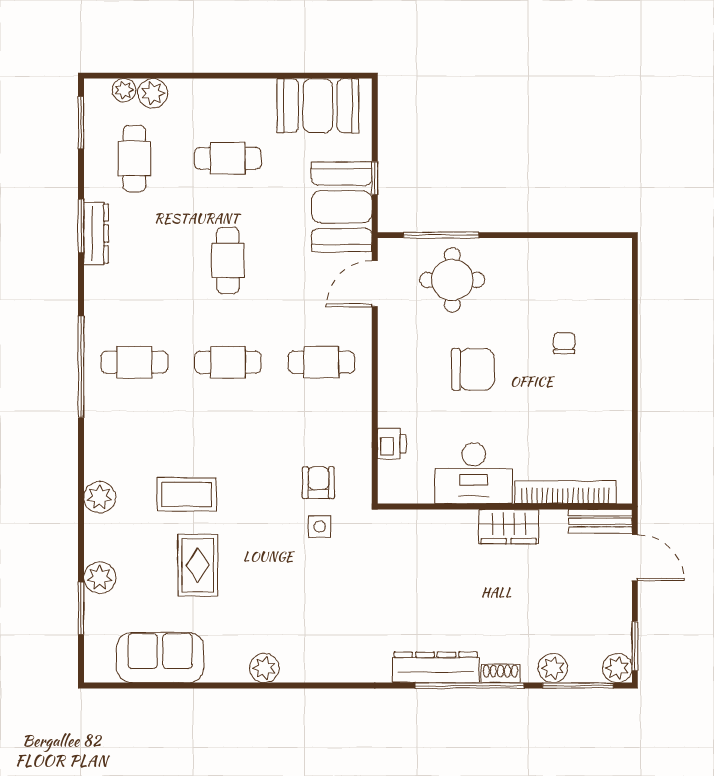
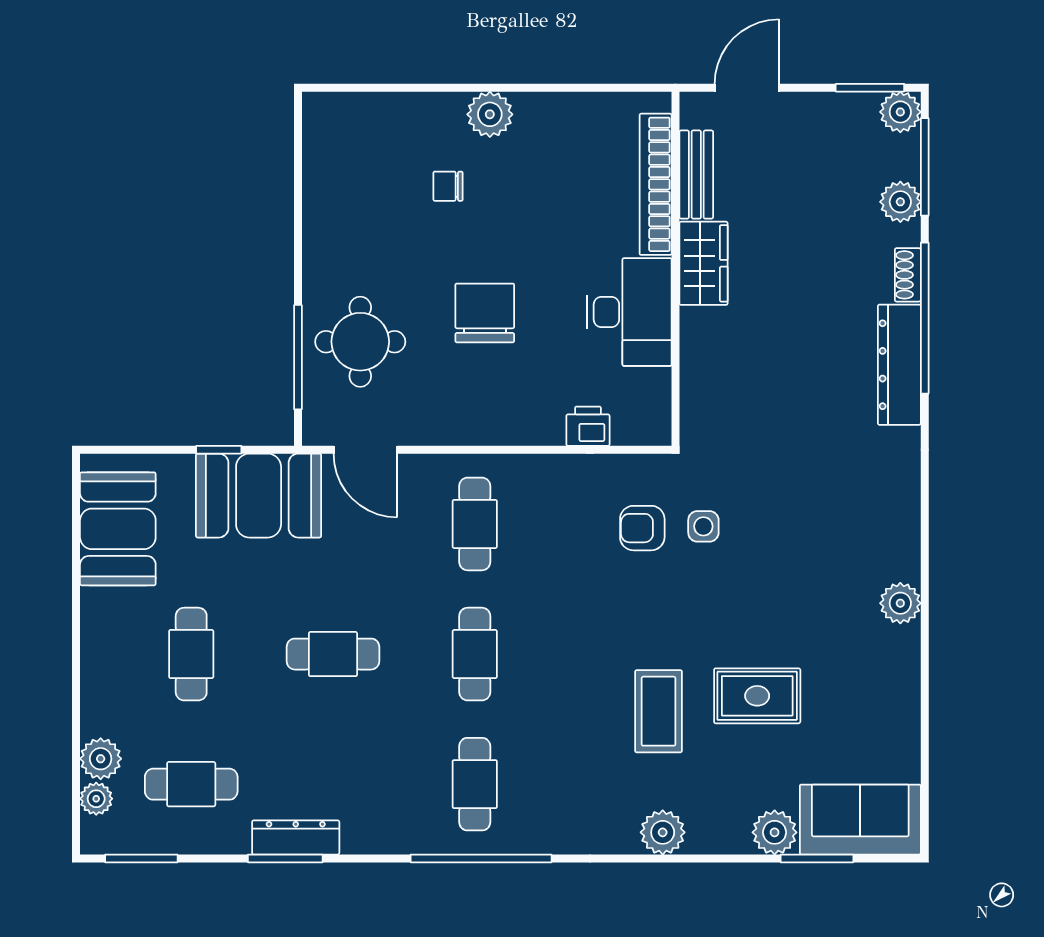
plant: (616, 373) -> (490, 114), added
bench: (600, 521) -> (696, 175), moved
sofa: (160, 658) -> (860, 820), moved, turned 90

